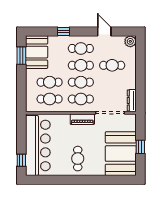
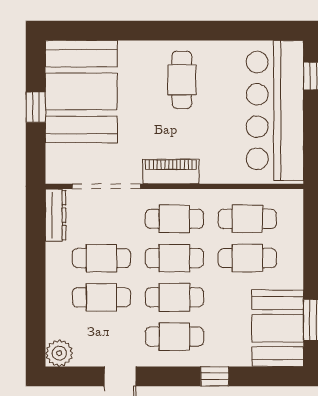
cafe table: (112, 82) -> (101, 258), added

